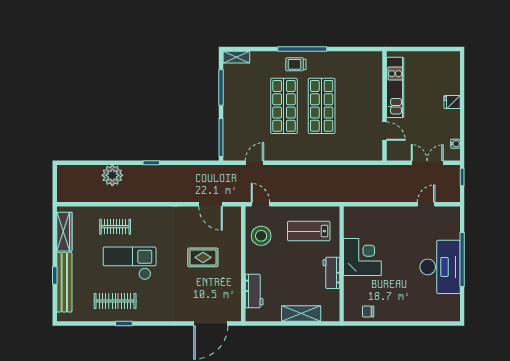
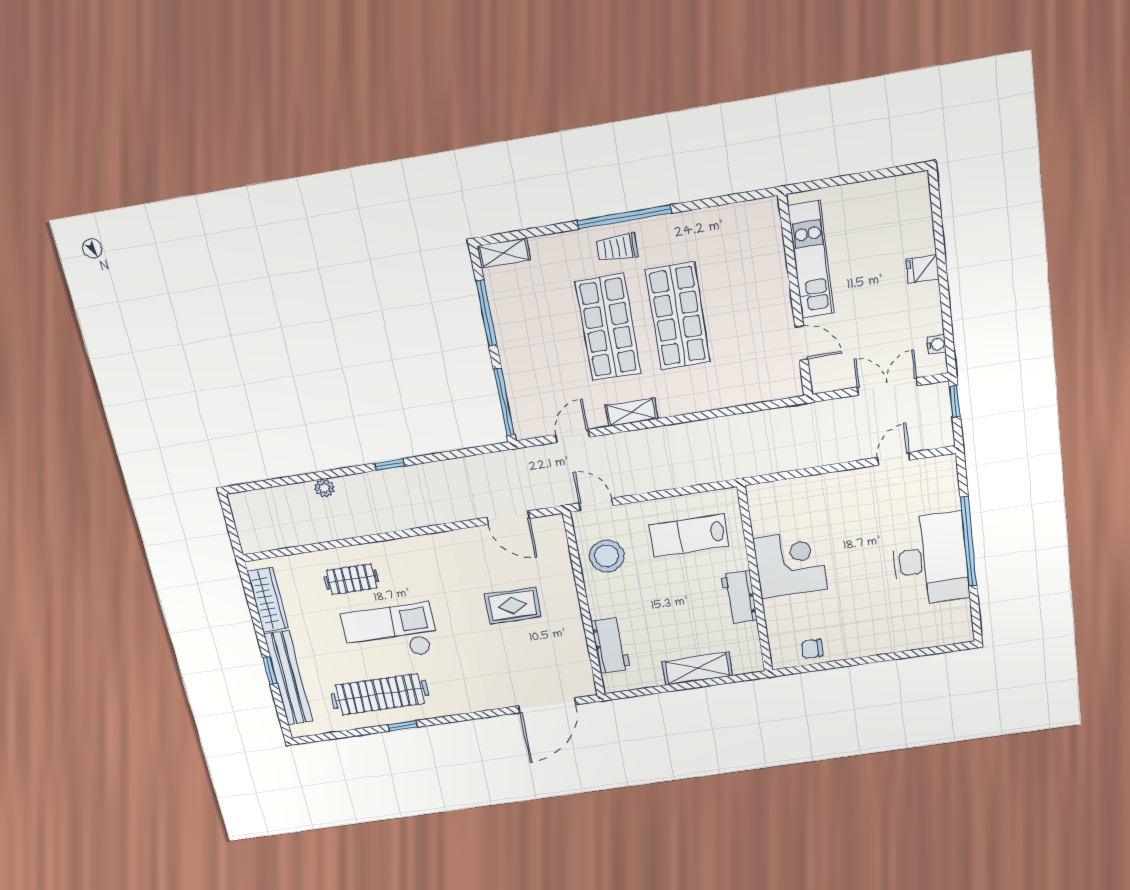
shelving: (289, 155) -> (631, 412), added
plant: (112, 175) -> (324, 488), width x0.53, depth x0.53
clothes rail: (115, 301) -> (380, 694), width x1.37, depth x1.31

